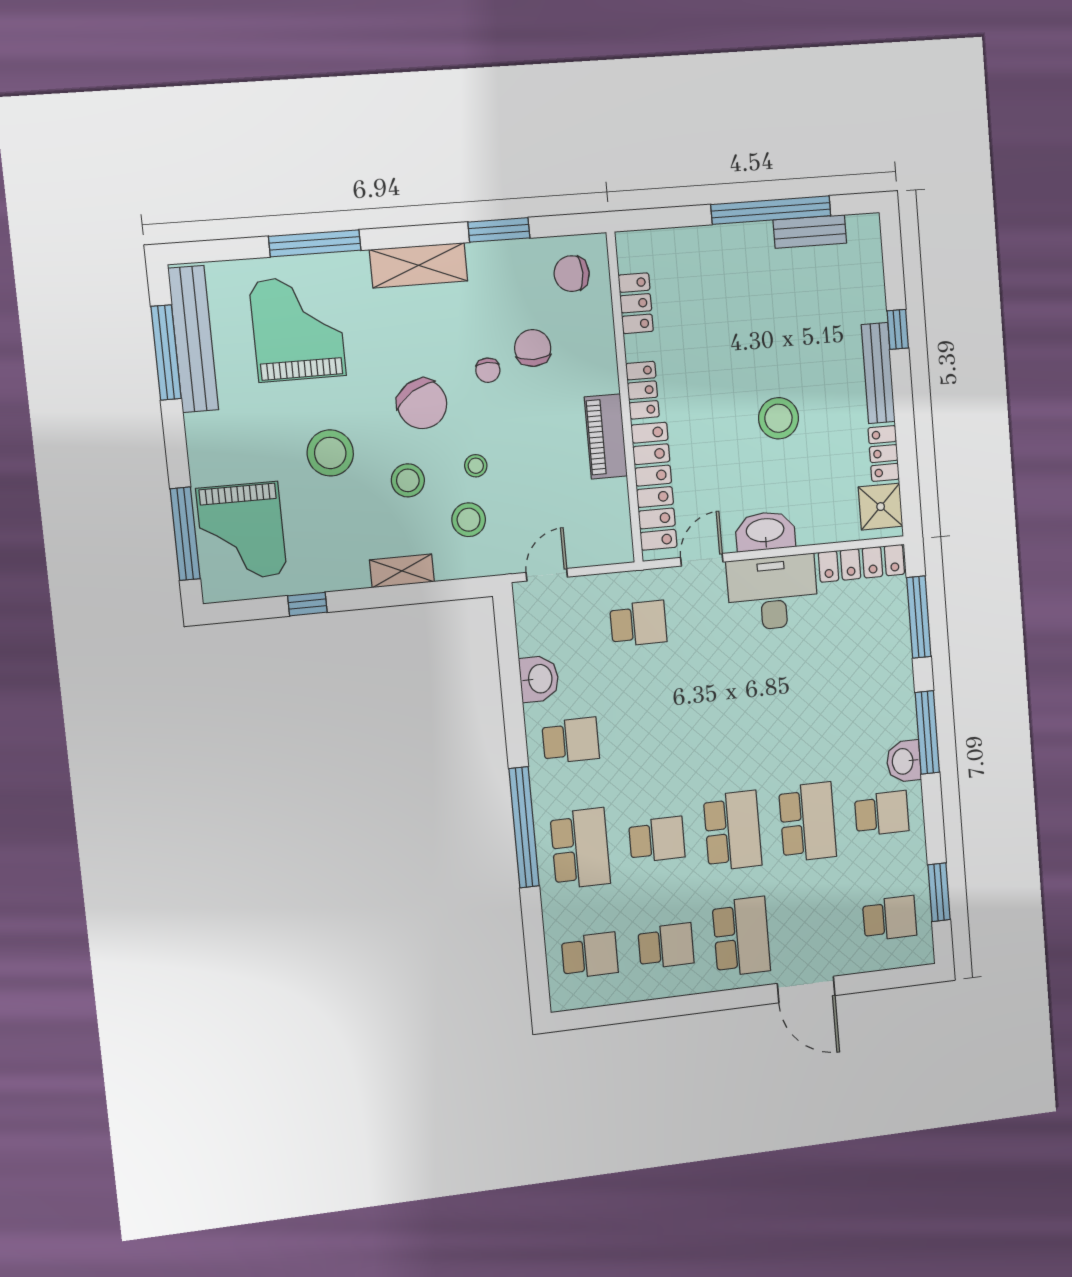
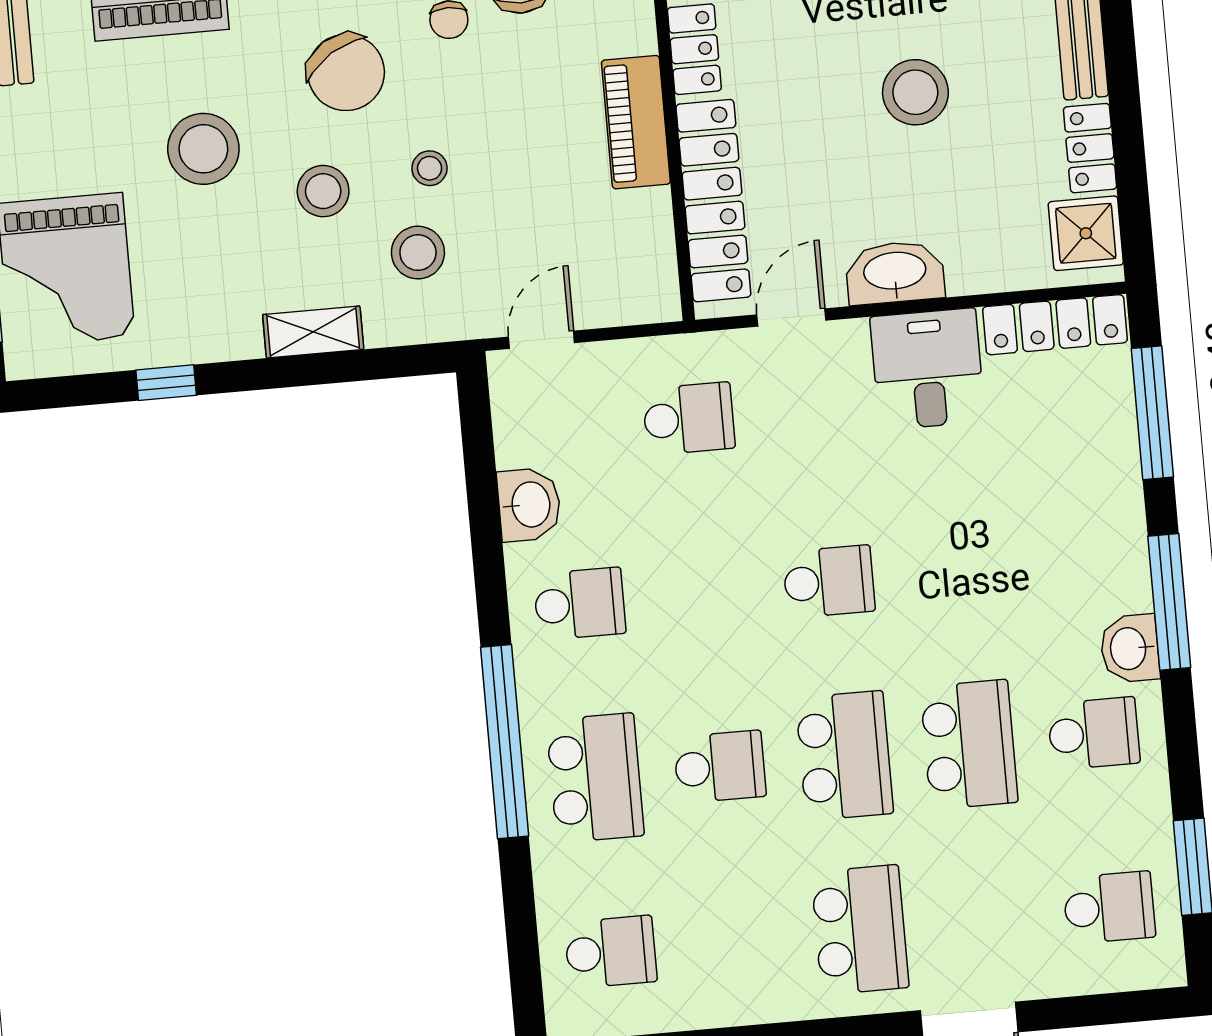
desk: (773, 593) -> (928, 369), width x0.73
school desk: (666, 946) -> (829, 582), moved

